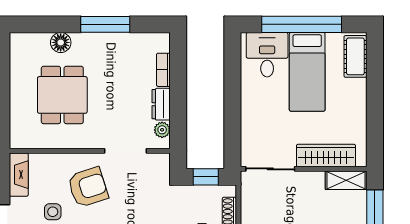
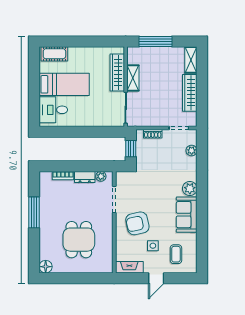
window: (302, 24) -> (34, 88), removed
floor lamp: (61, 42) -> (46, 267), moved
dining table: (62, 95) -> (79, 240), turned 90
shelving: (346, 180) -> (133, 78), moved
armchair: (88, 187) -> (137, 223), turned -84

